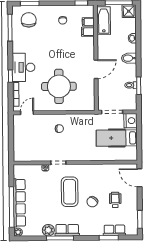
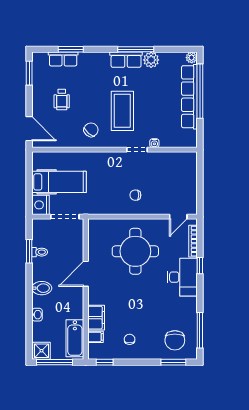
filing cabinet: (88, 32) -> (96, 318), width x2.00
chair: (92, 202) -> (91, 130), moved

